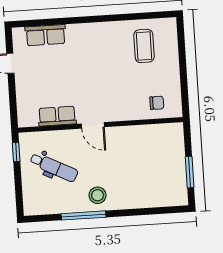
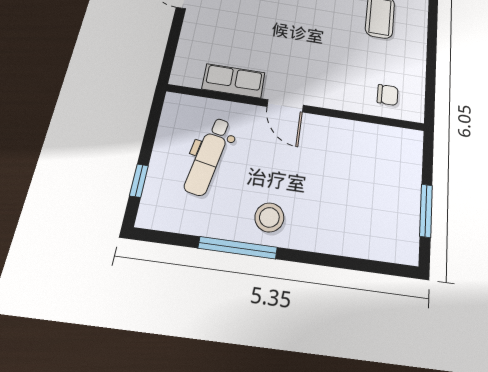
window: (16, 152) -> (139, 181), moved
dental chair: (54, 167) -> (208, 156), turned 74

